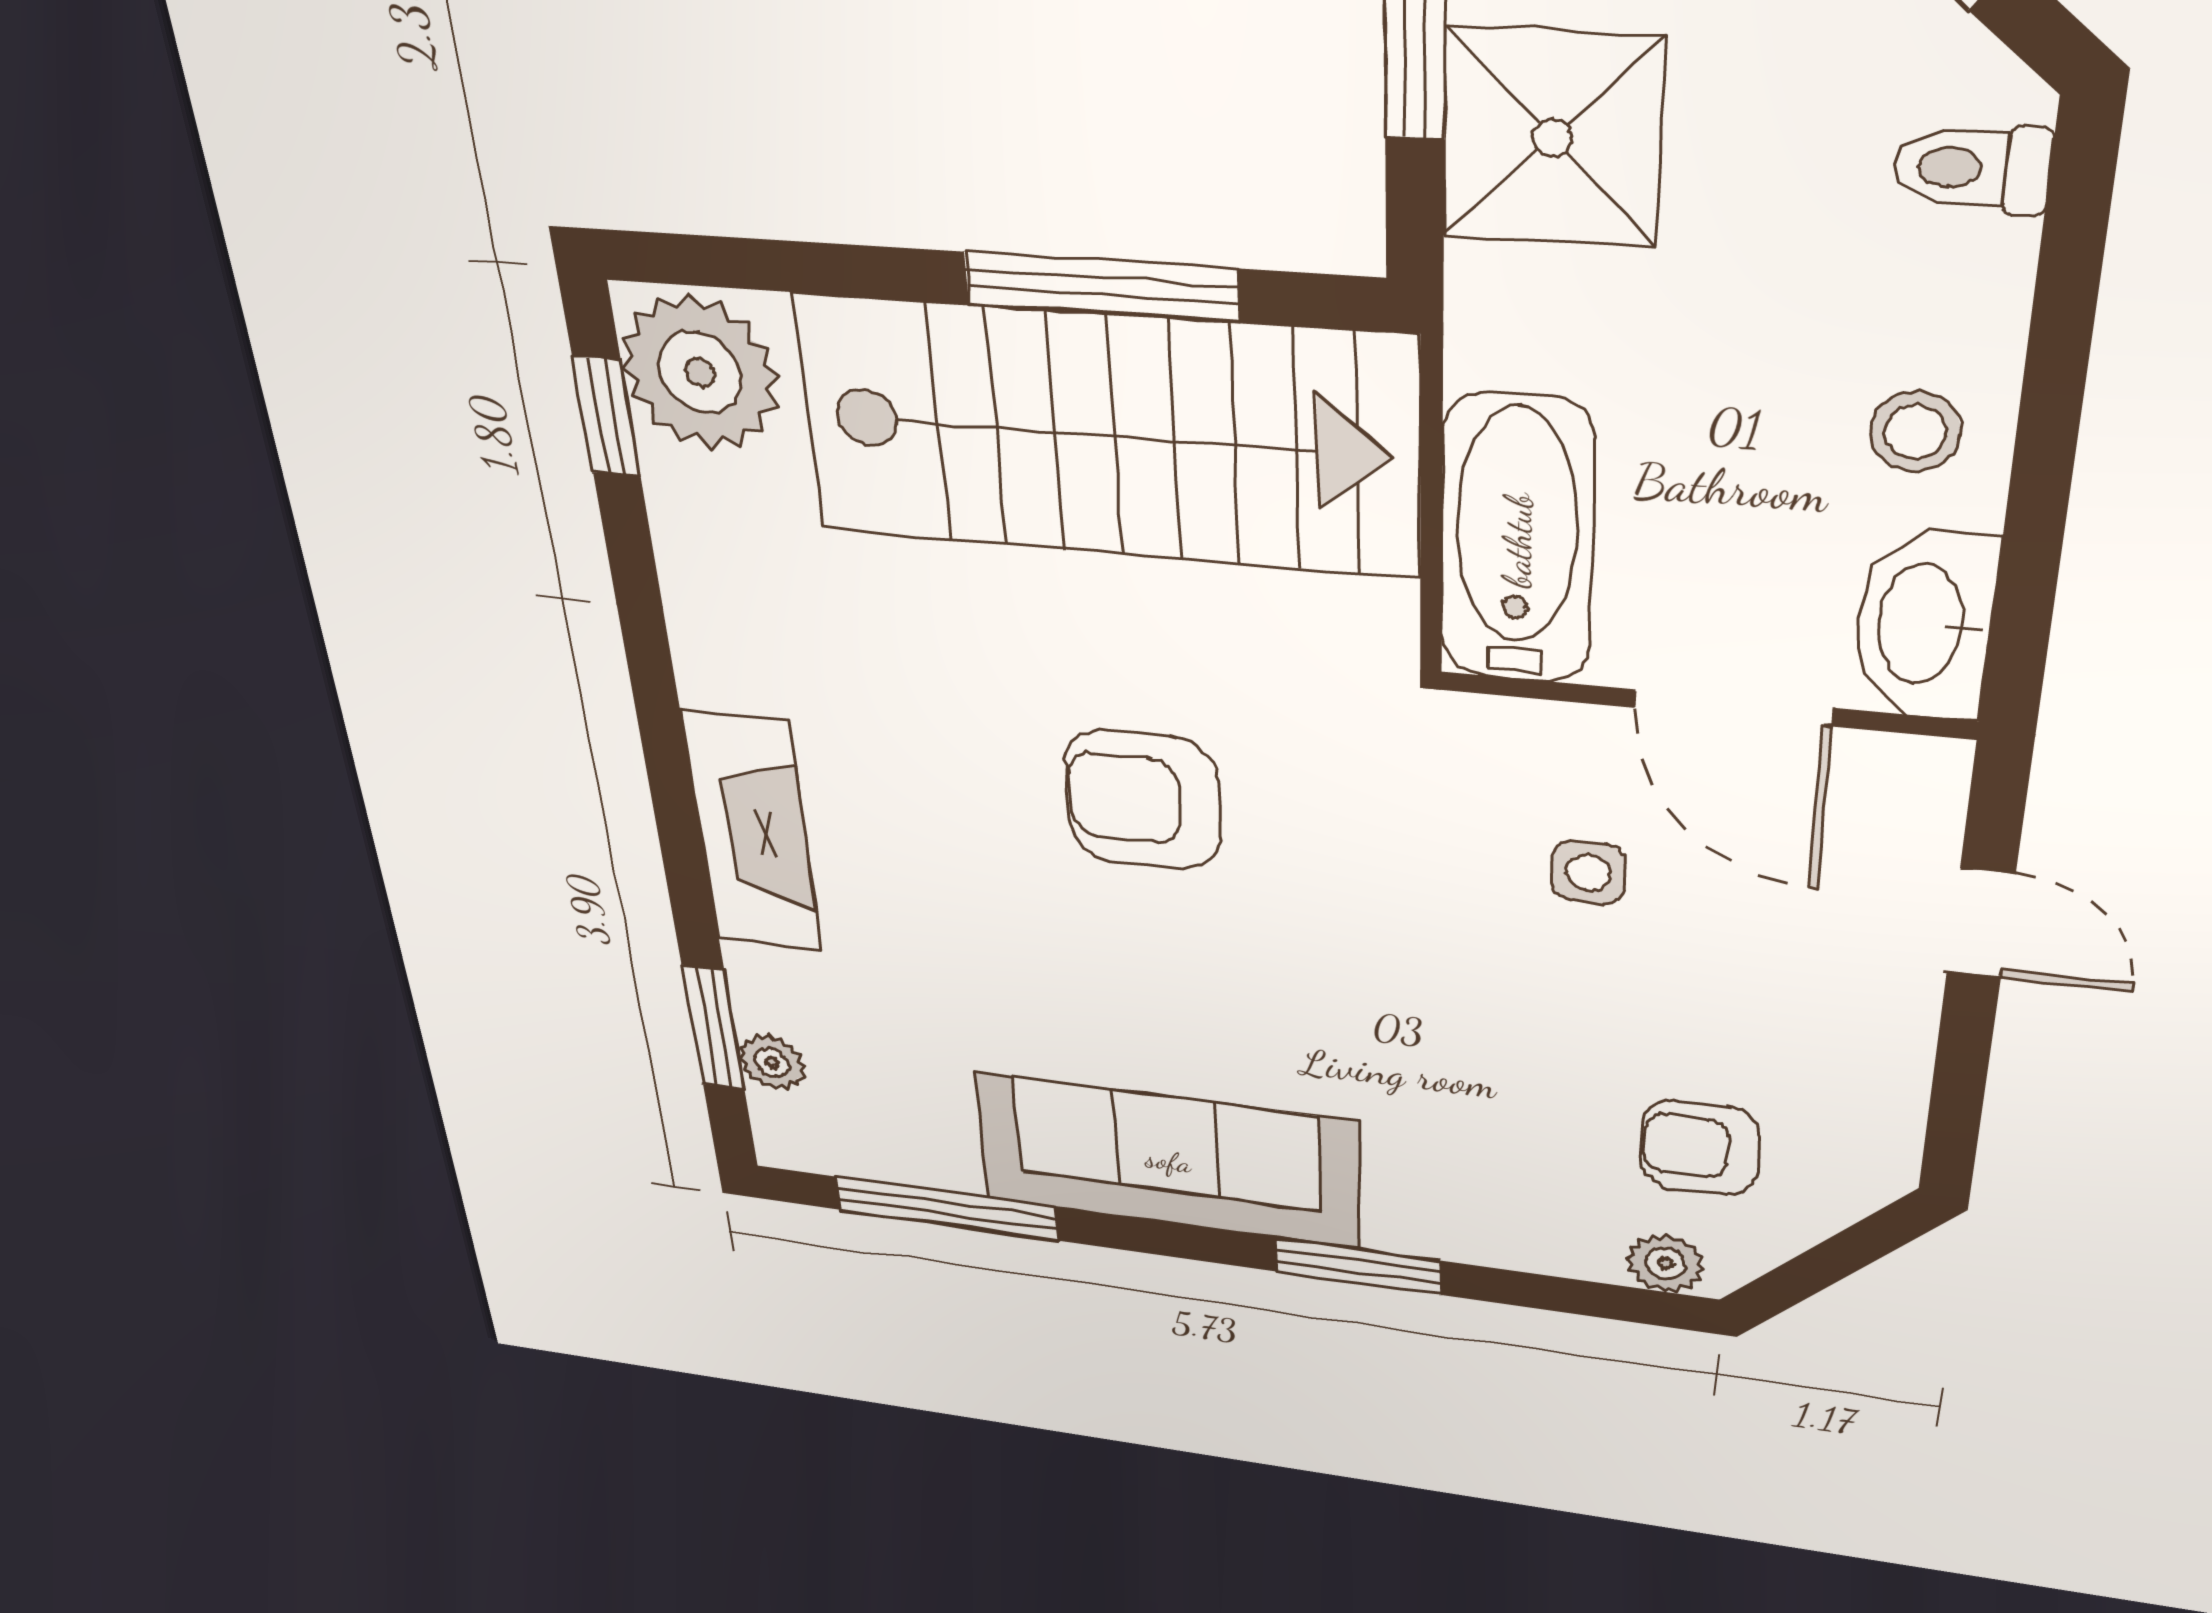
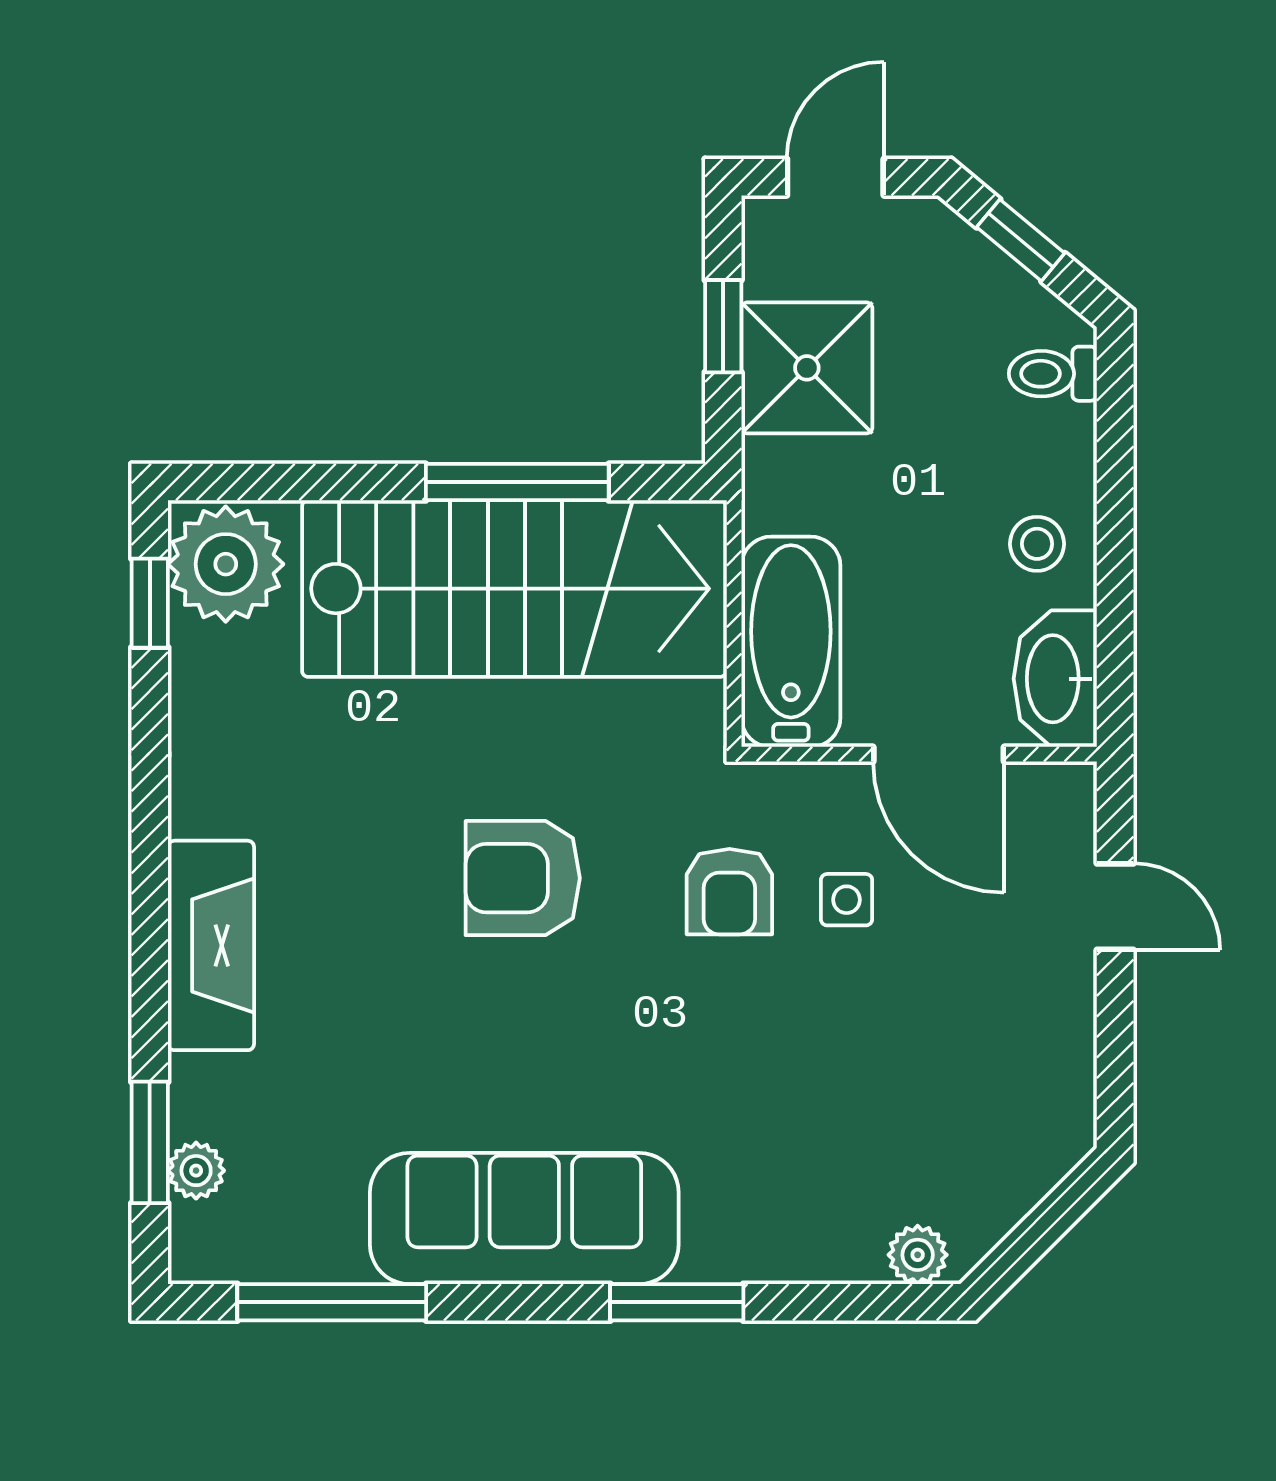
armchair: (1700, 1148) -> (729, 892), moved, turned -90

